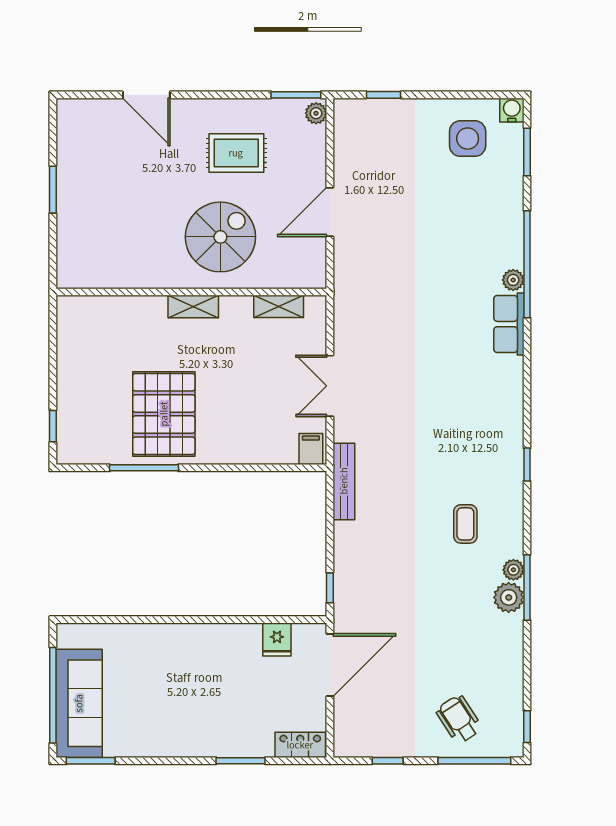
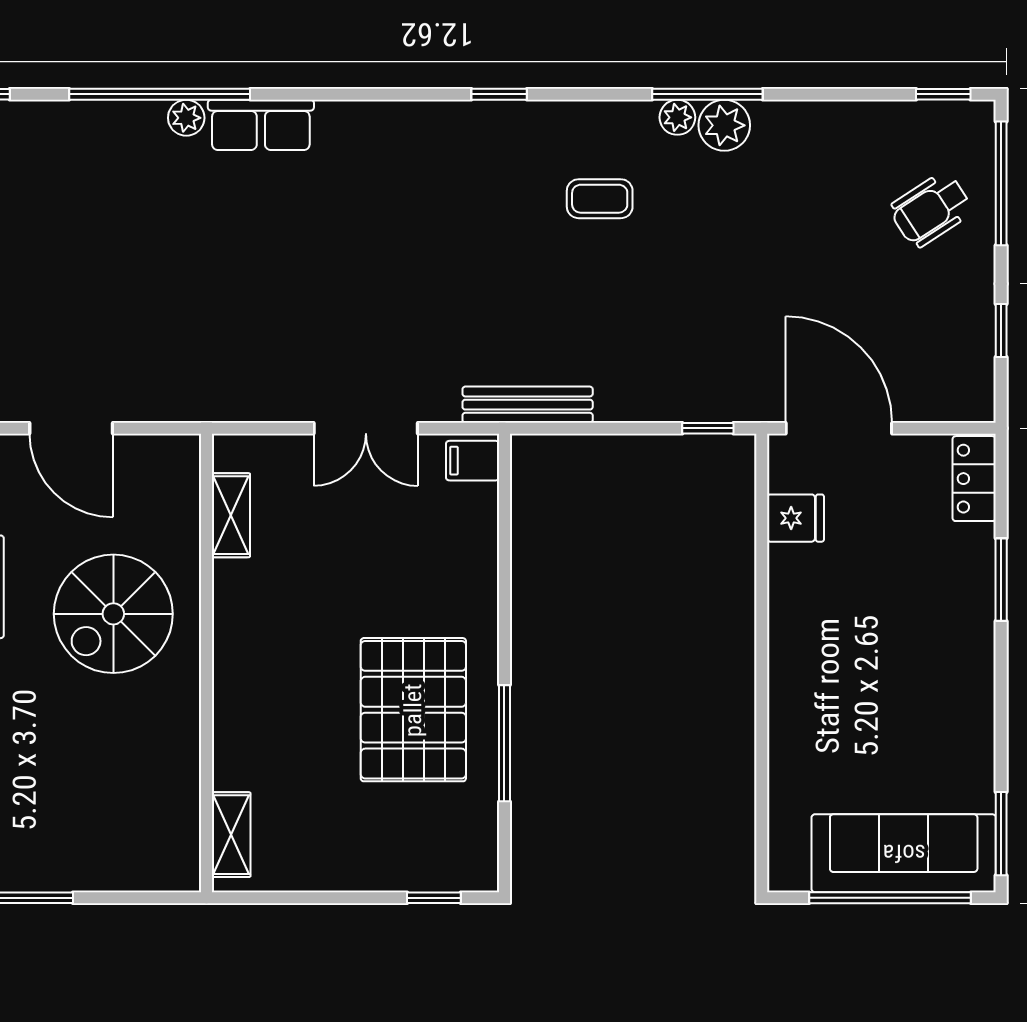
spiral stairs: (220, 237) -> (113, 614), turned -90
shelving: (193, 306) -> (231, 835), moved
pallet: (164, 414) -> (413, 710), turned 90

